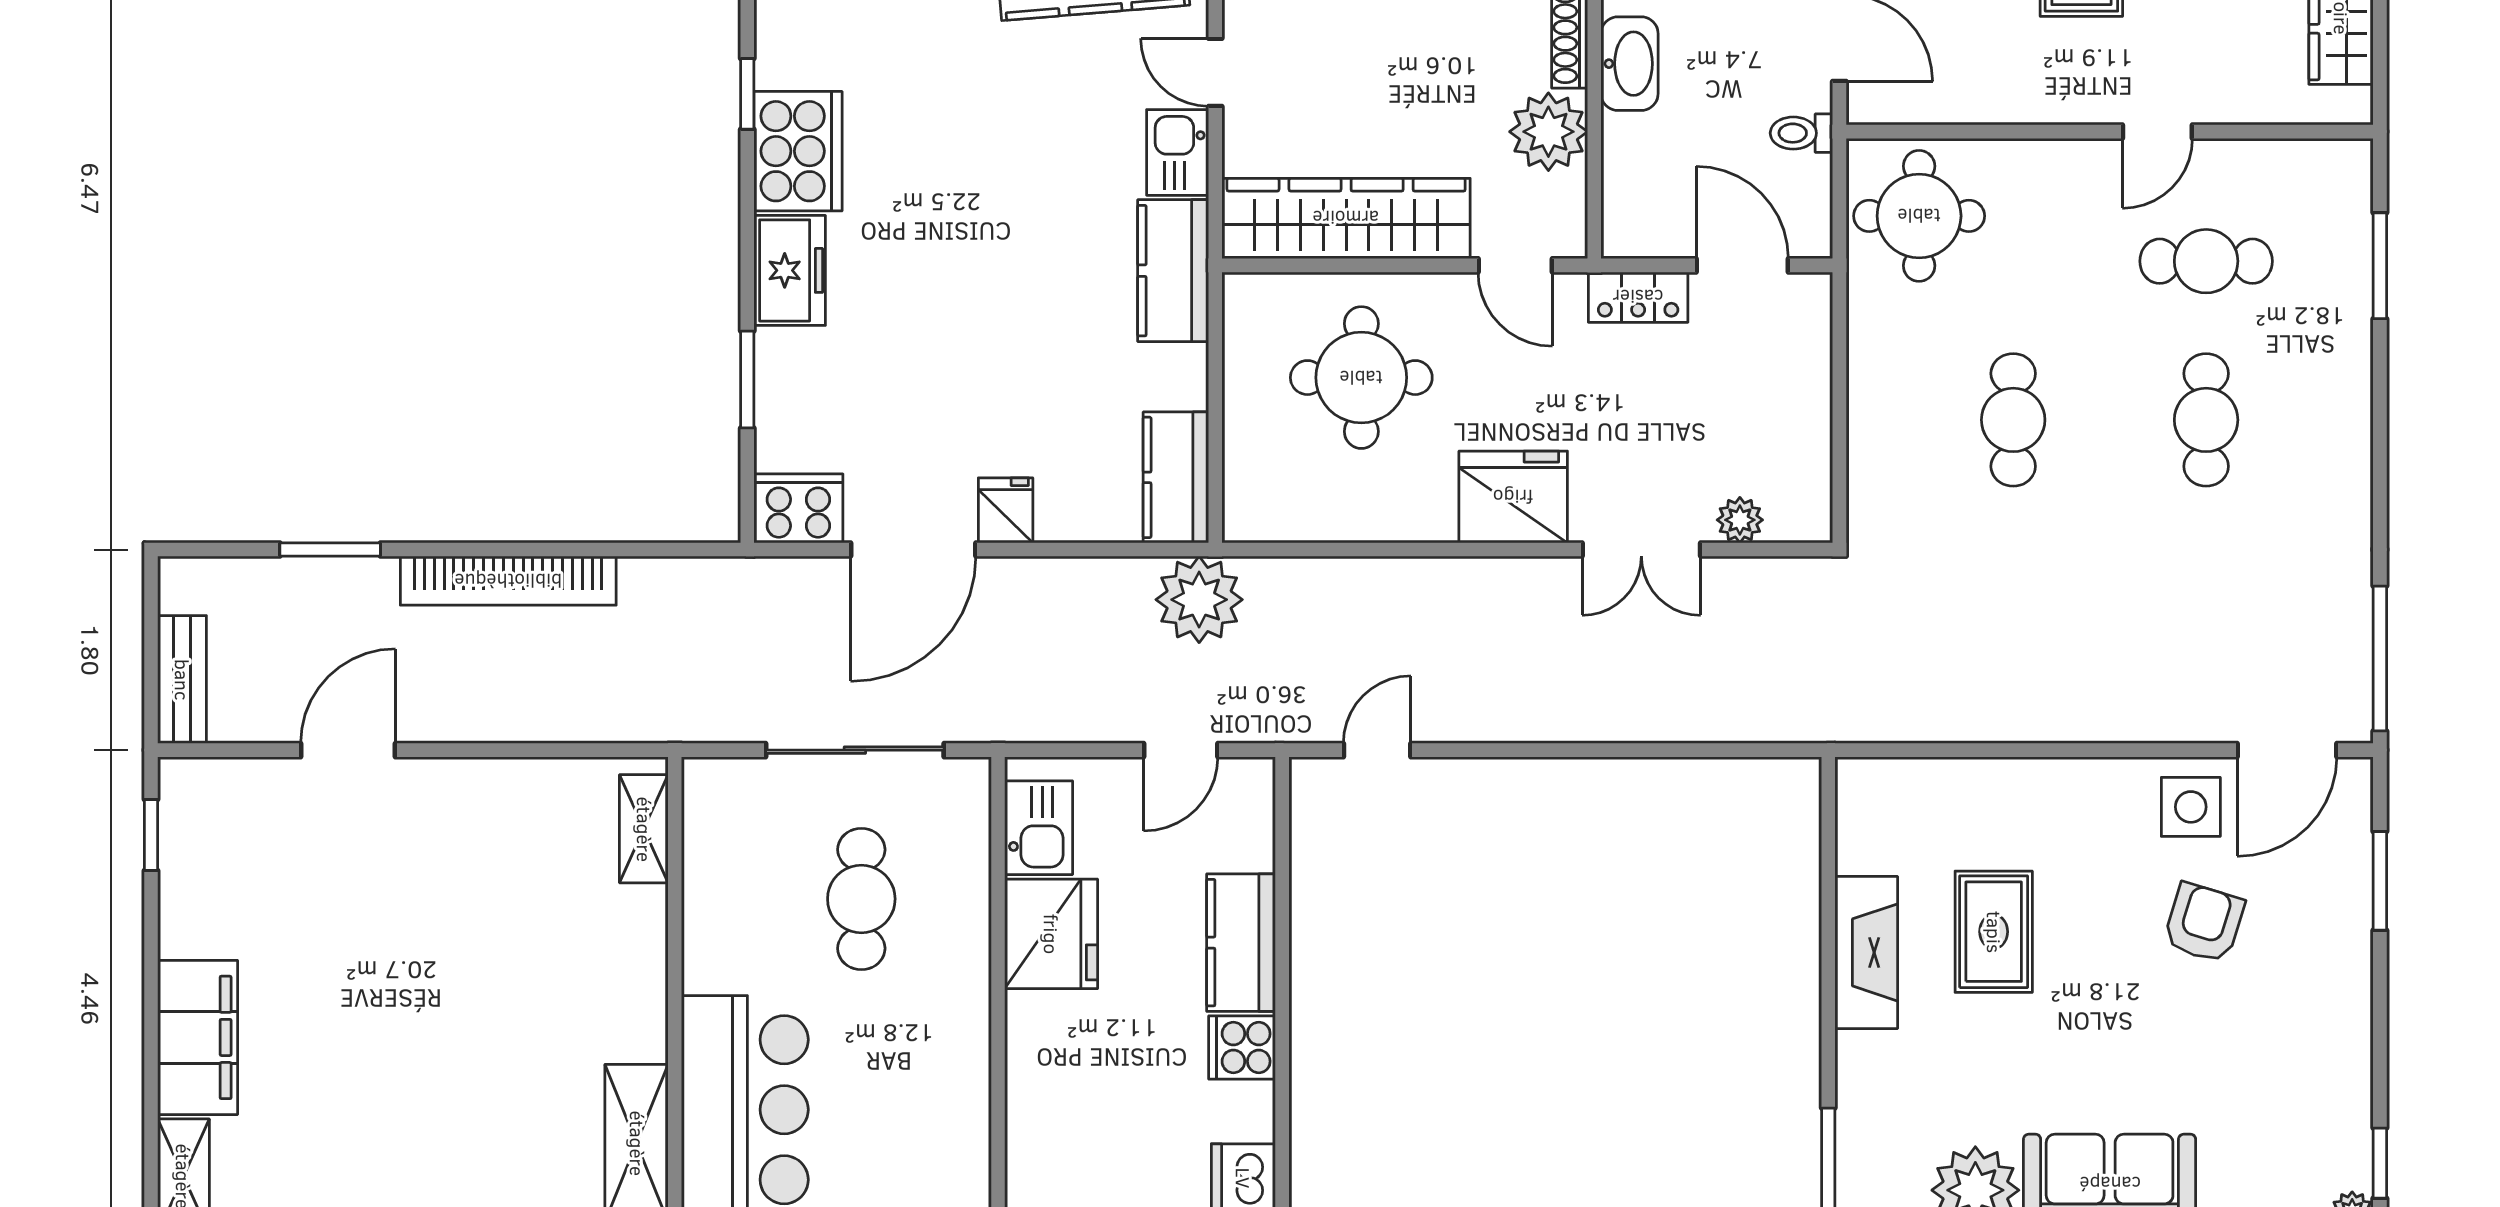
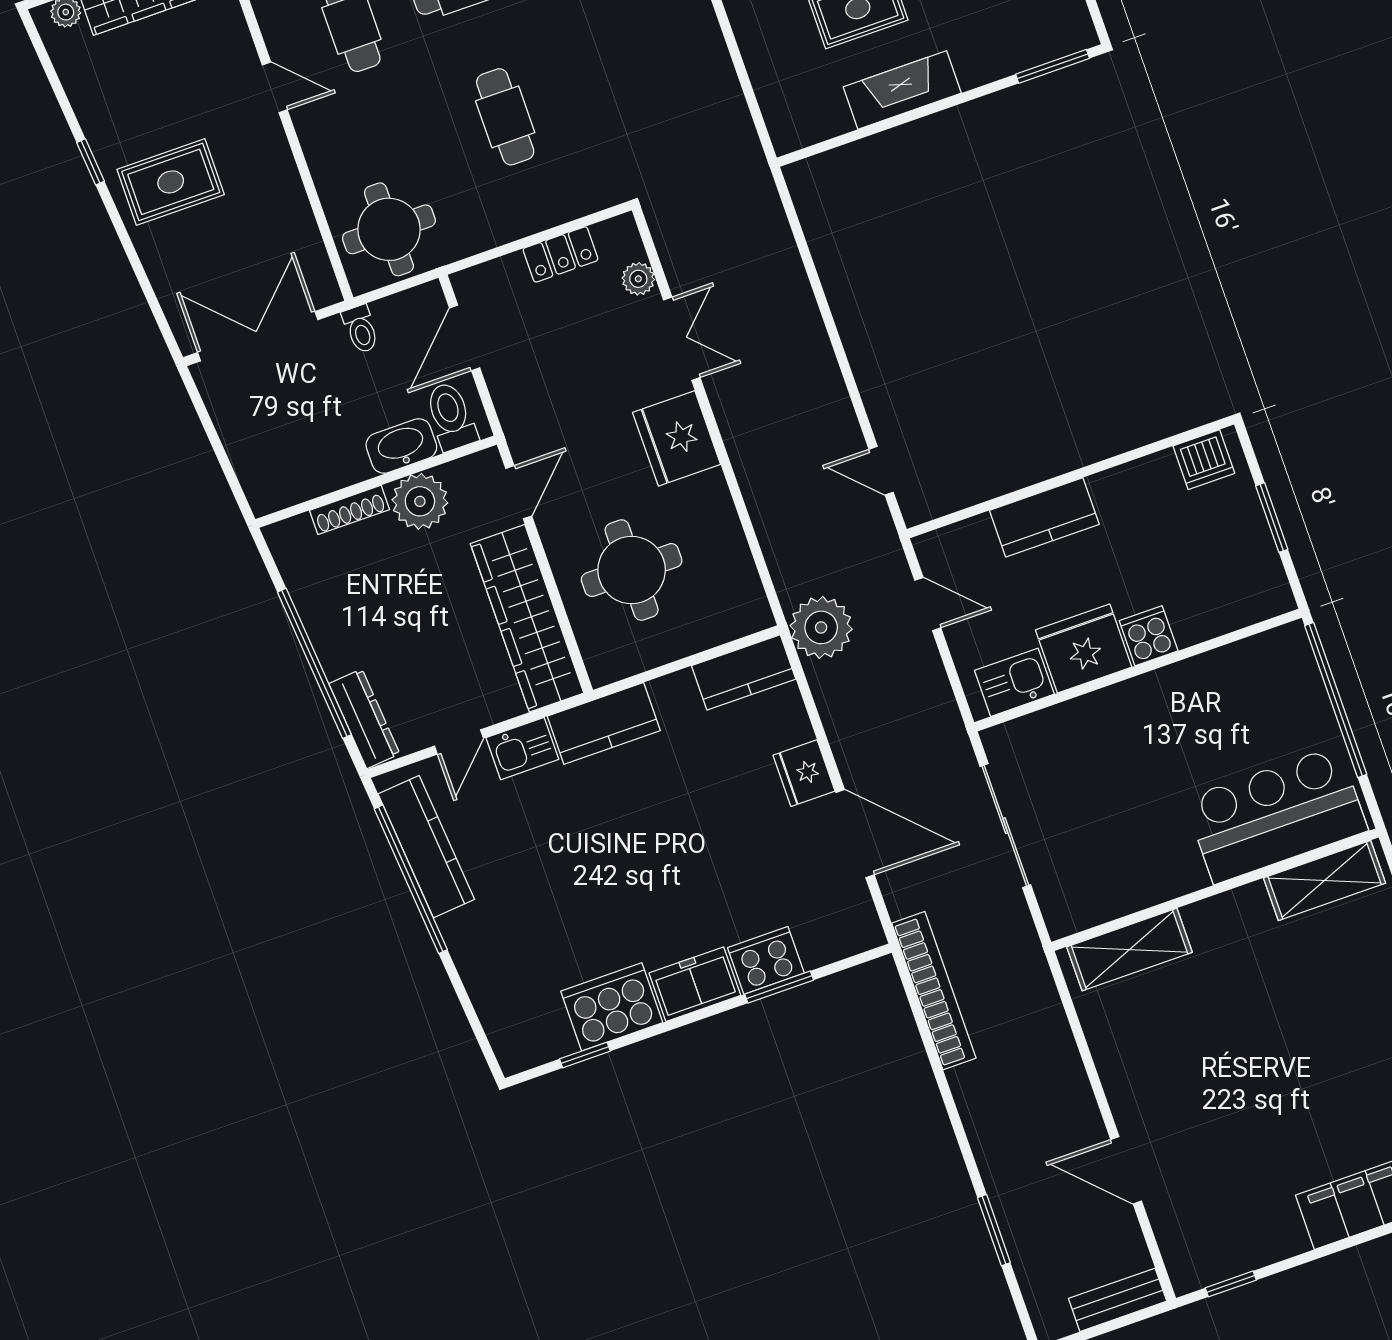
washbasin: (1630, 64) -> (401, 446), moved
toilet: (1646, 211) -> (451, 416), added
locker: (1638, 297) -> (561, 254), moved, turned 90
cafe table: (2013, 420) -> (505, 117), turned 90
cooker: (798, 508) -> (766, 960), moved, turned 90
fridge: (1006, 510) -> (804, 773), width x1.38
bookcase: (508, 581) -> (934, 991), moved
shelving: (644, 829) -> (1129, 950), width x1.50, depth x1.33
cafe table: (861, 899) -> (1105, 786), removed
cooker: (1242, 1048) -> (1149, 636), moved, turned 180

